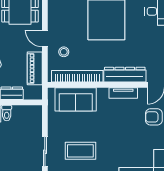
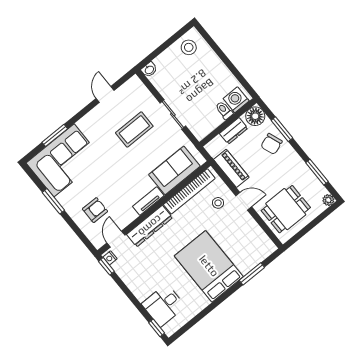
tv unit: (123, 93) -> (148, 201), moved
sliding door: (45, 152) -> (173, 115), moved

